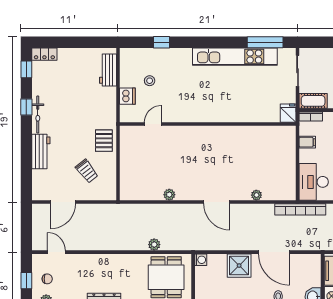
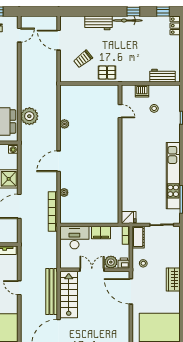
filing cabinet: (307, 142) -> (101, 232), width x2.00
bookcase: (300, 209) -> (53, 211), moved
plant: (154, 245) -> (29, 116), width x1.88, depth x1.88

